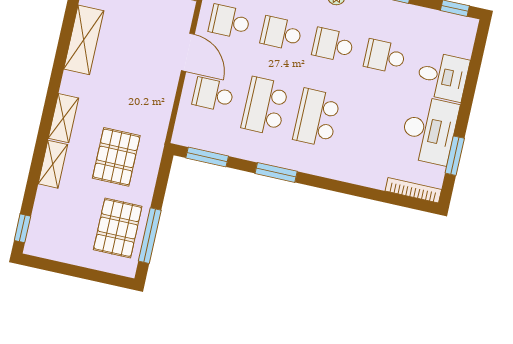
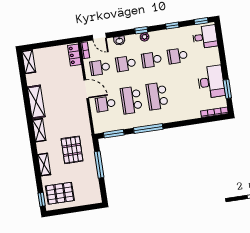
desk: (443, 76) -> (205, 37), moved
shelving: (63, 118) -> (39, 130), moved
window: (276, 172) -> (148, 129), width x1.44
pallet: (118, 228) -> (60, 193), moved, turned 90
window: (150, 236) -> (99, 165), moved

